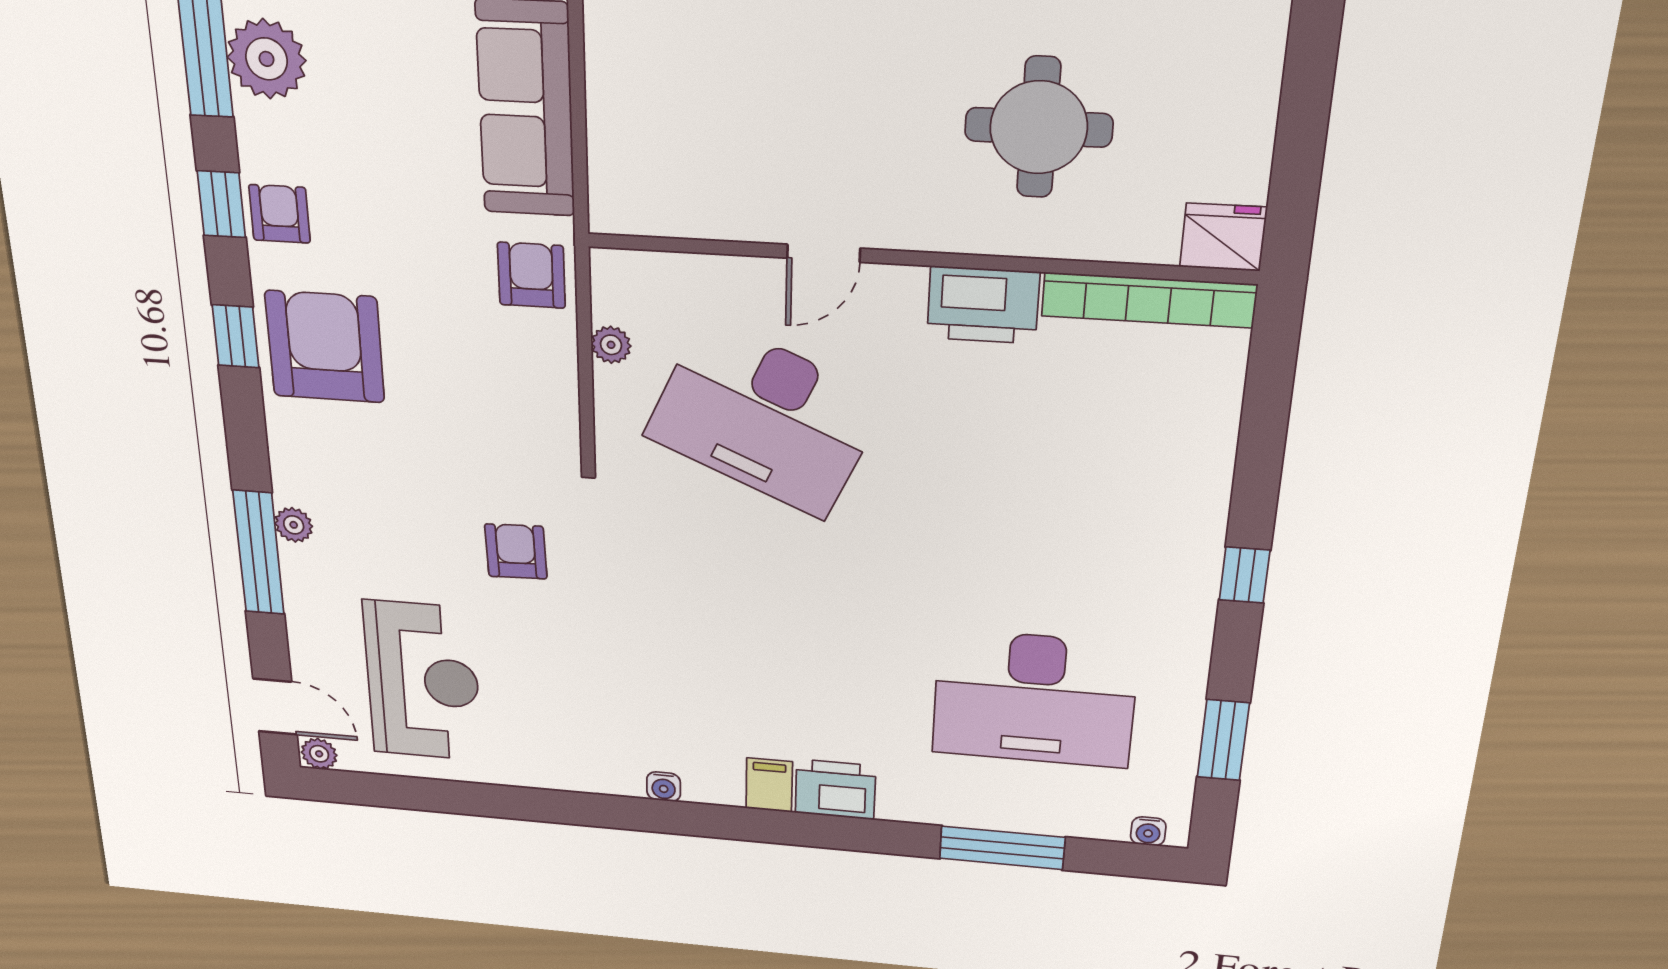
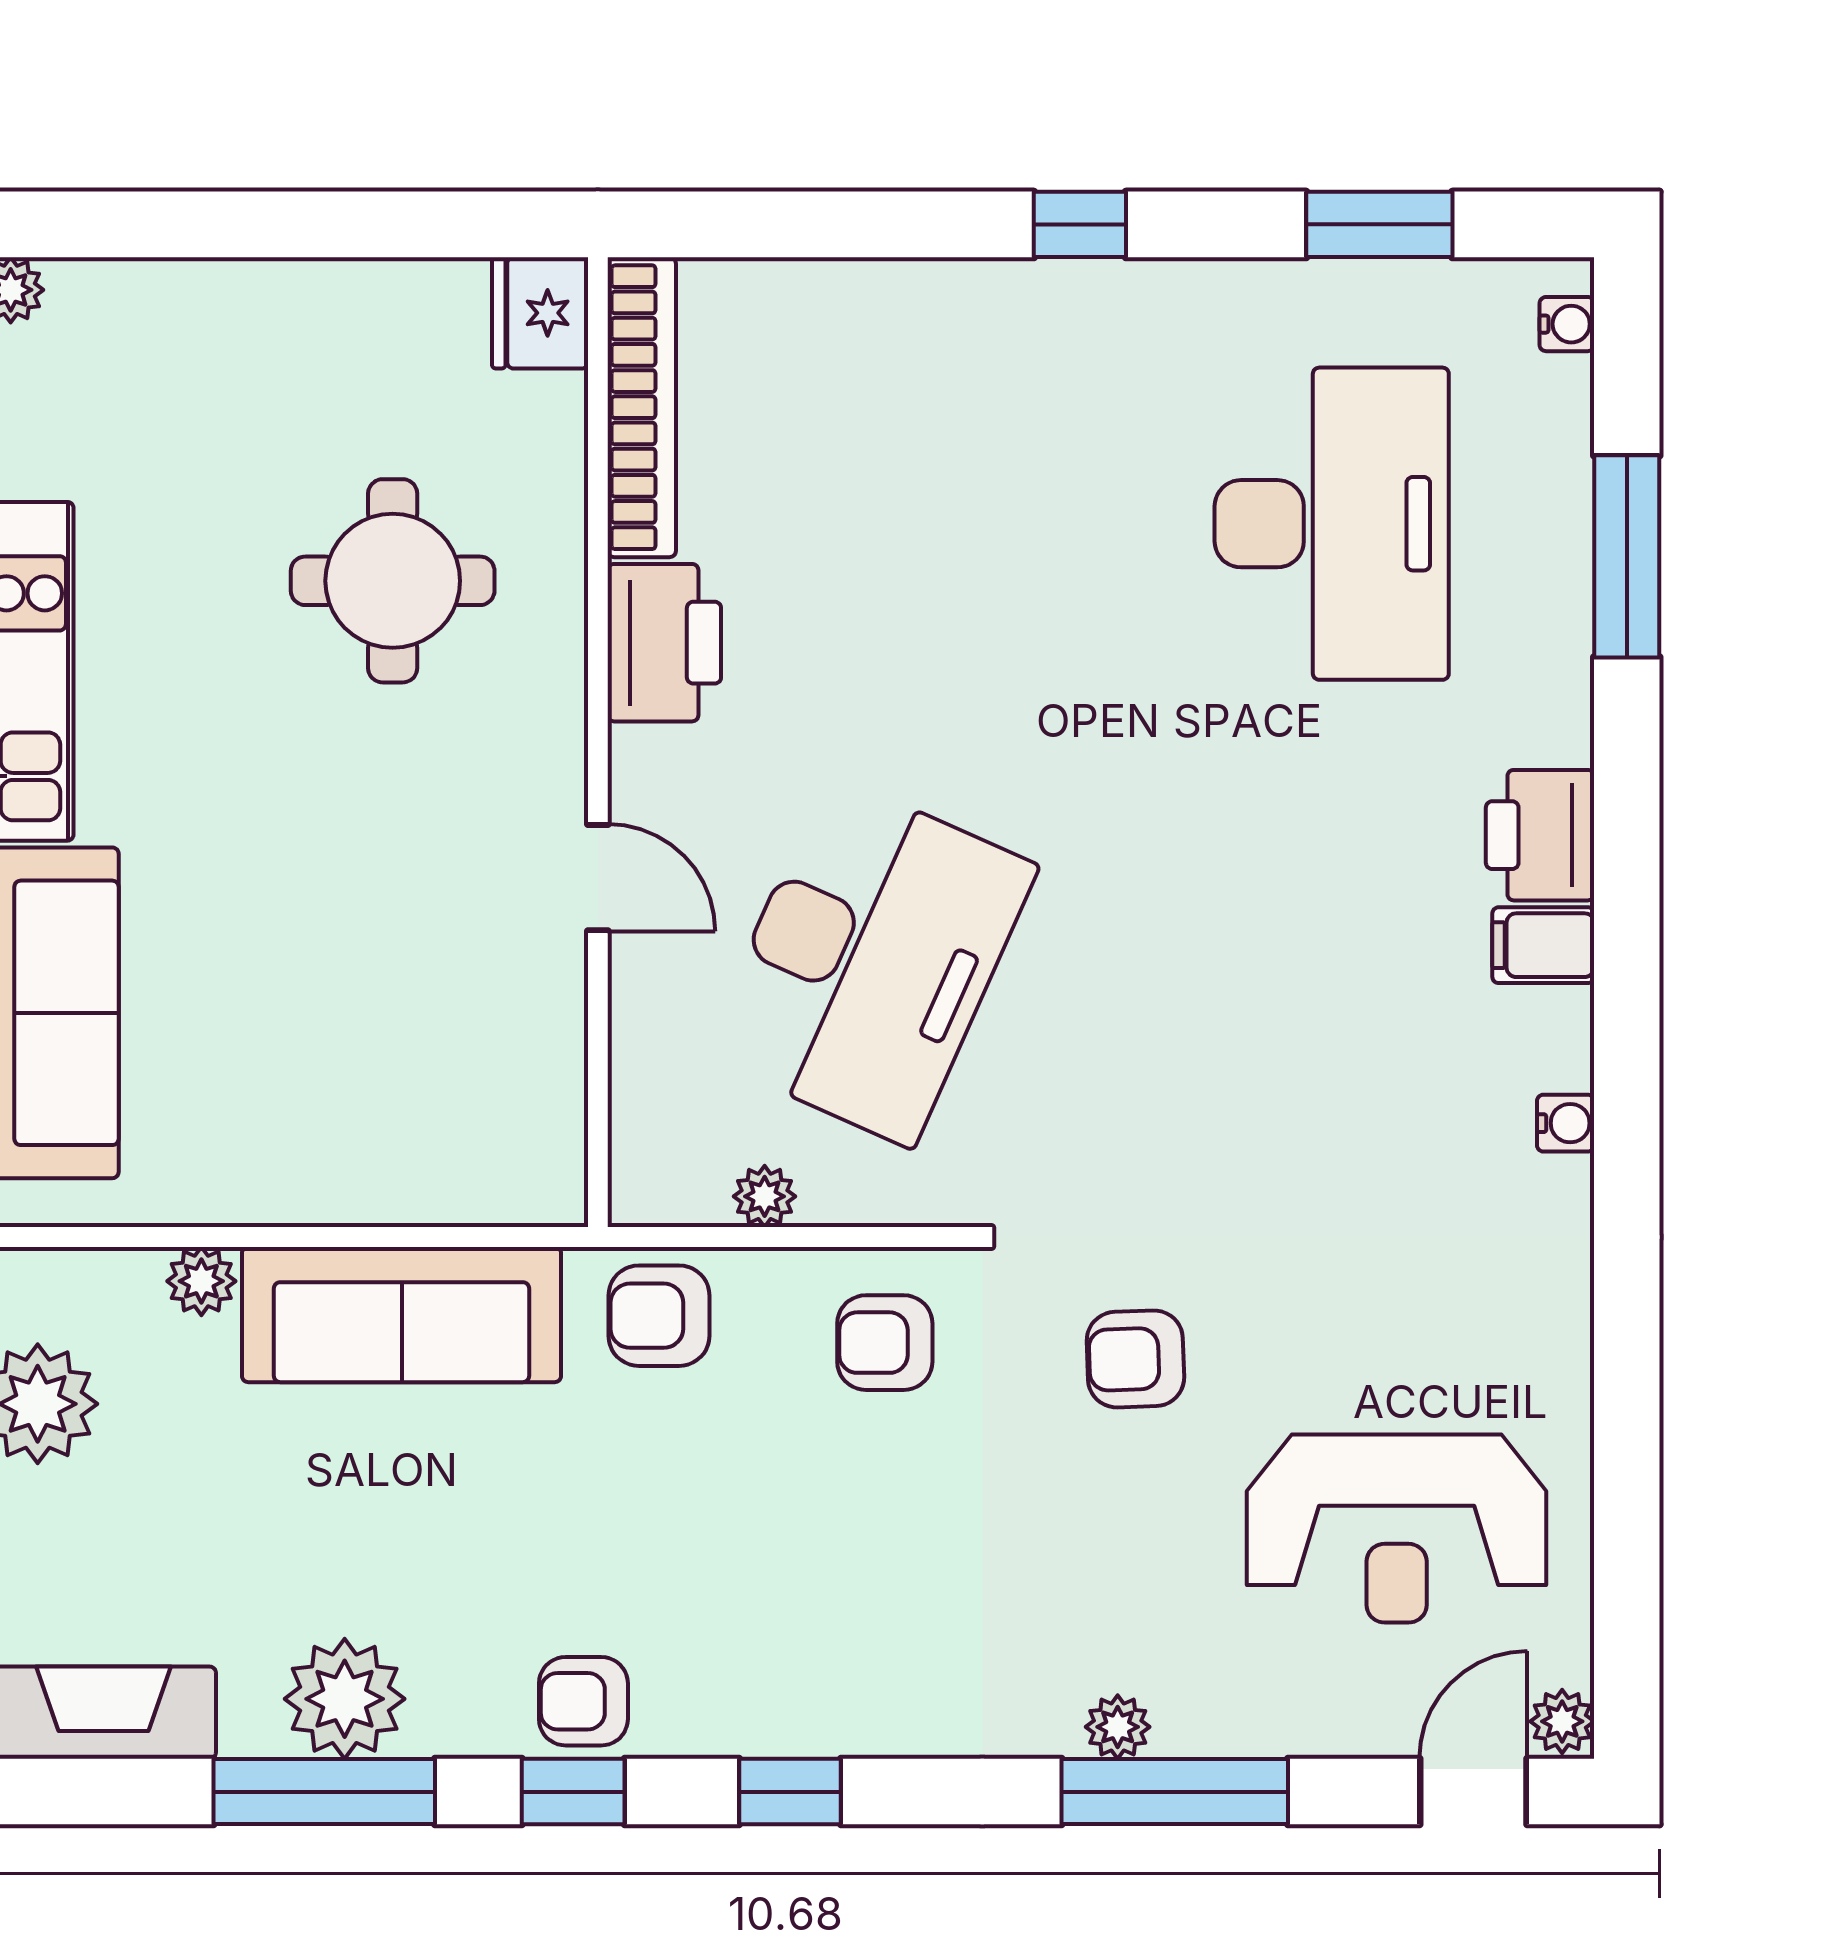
armchair: (325, 347) -> (885, 1343), moved, width x0.53, depth x0.53
reception desk: (423, 681) -> (1397, 1529), turned 180

